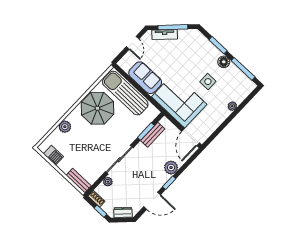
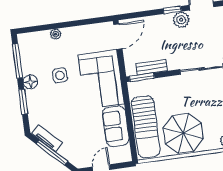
tv unit: (165, 35) -> (47, 138), moved
window: (146, 132) -> (142, 77), moved
plant: (171, 168) -> (181, 20), moved

